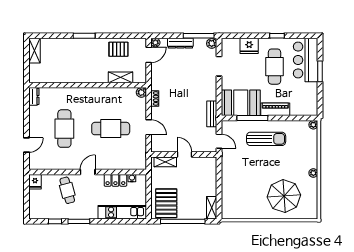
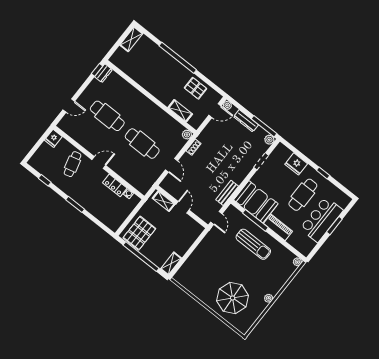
window: (84, 36) -> (178, 58), width x2.11
bar counter: (306, 60) -> (321, 219), moved
window: (26, 98) -> (97, 70), added
cafe table: (64, 129) -> (107, 116), turned 90
kitchen unit: (122, 212) -> (101, 214), removed
window: (79, 221) -> (75, 204), moved

